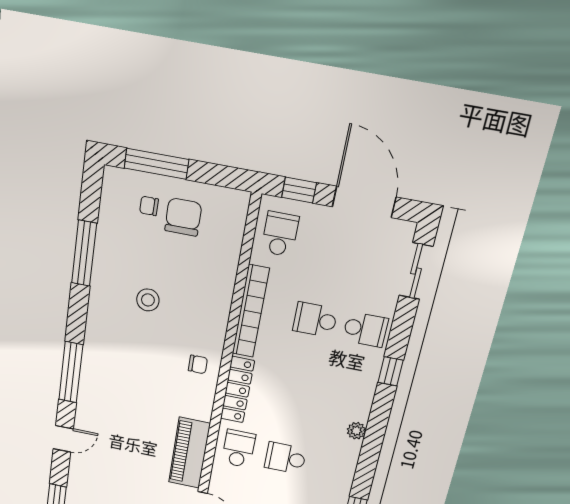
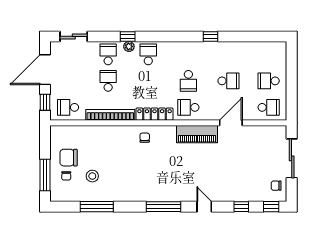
stool: (148, 300) -> (92, 176), moved
school desk: (315, 320) -> (108, 81), turned 180
school desk: (348, 401) -> (148, 54), added
plant: (356, 431) -> (129, 46), moved

